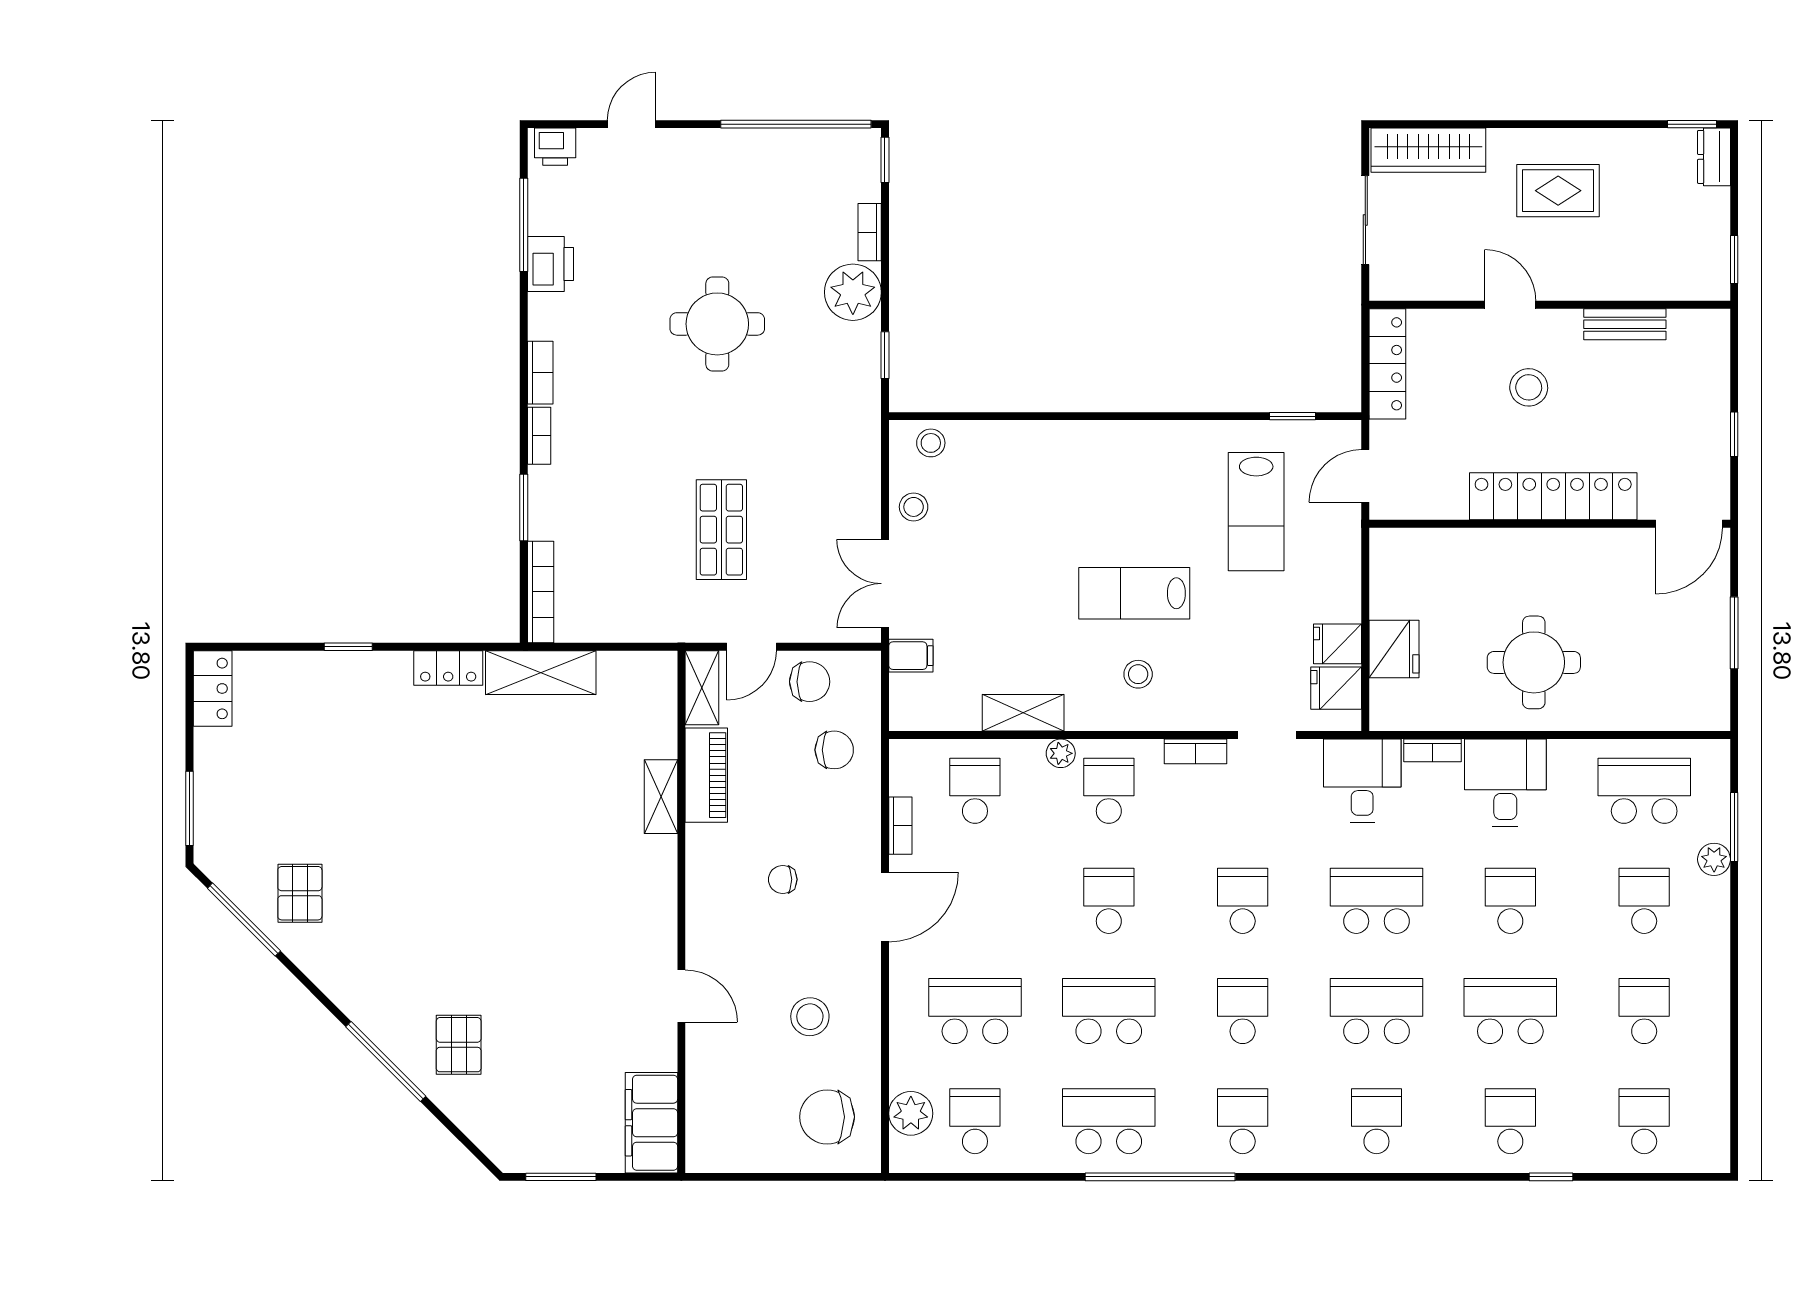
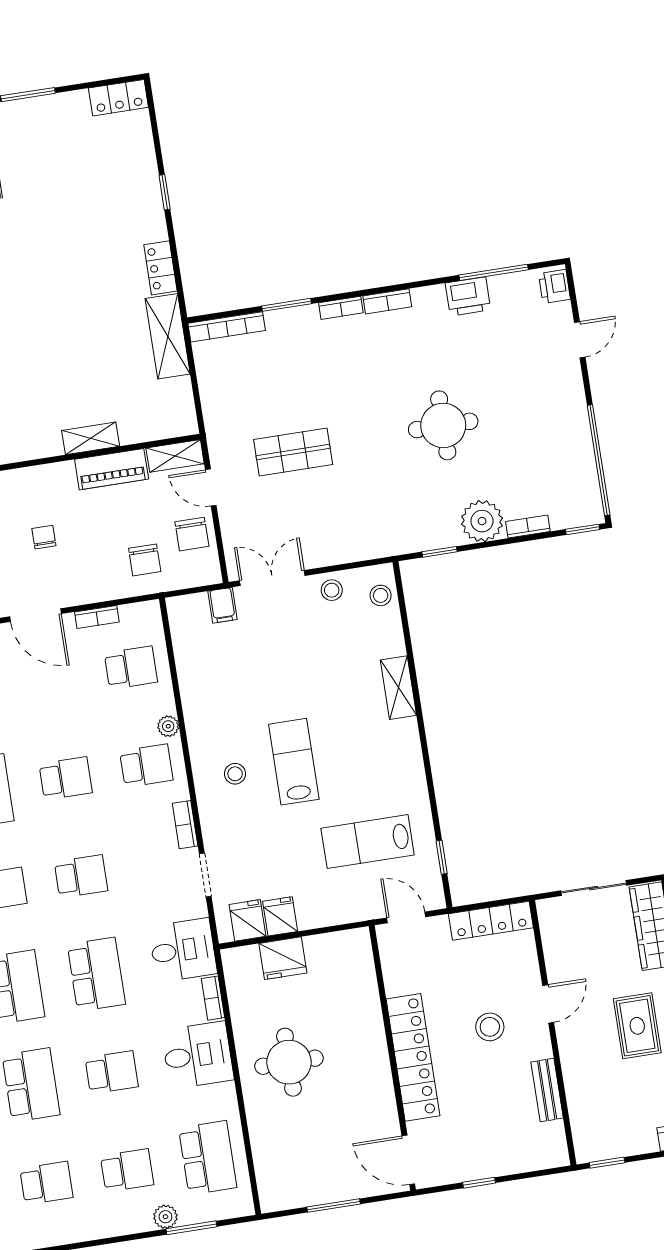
door: (632, 124) -> (580, 340), hinge flipped
shelving: (1023, 713) -> (398, 688), moved

